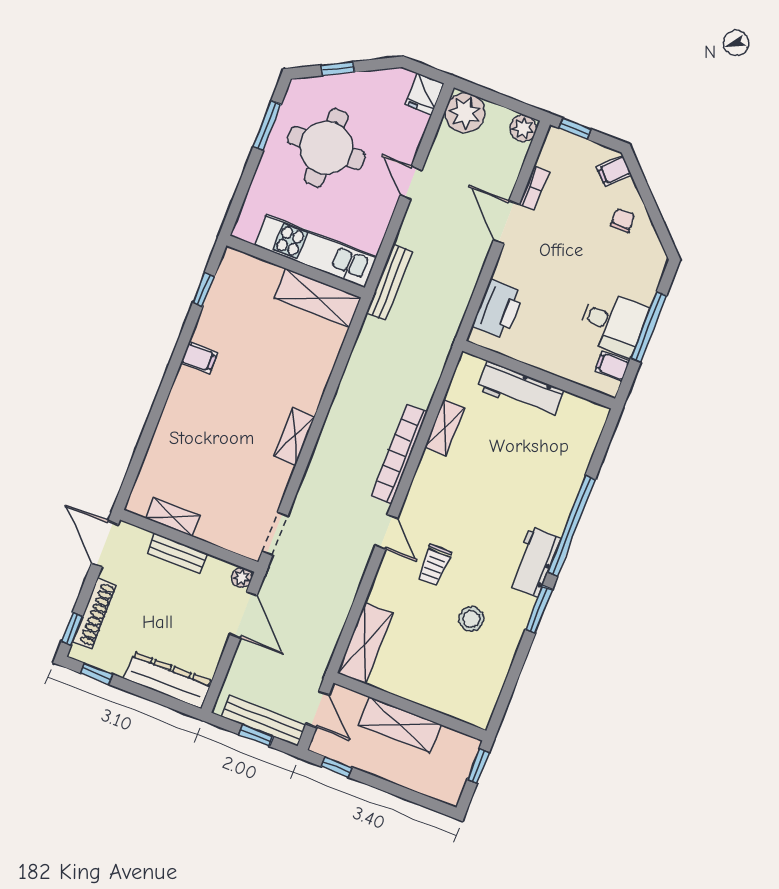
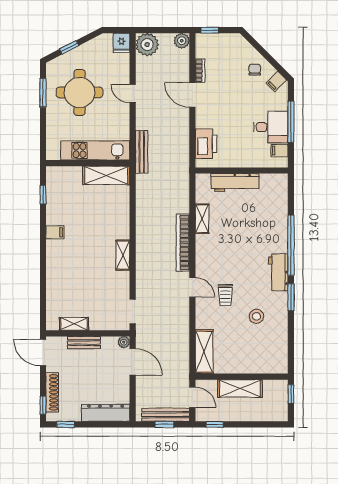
filing cabinet: (614, 171) -> (276, 81), moved

